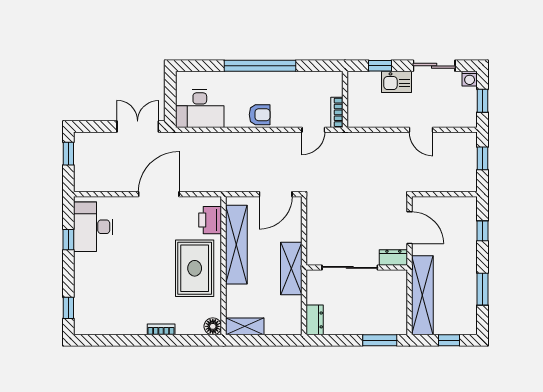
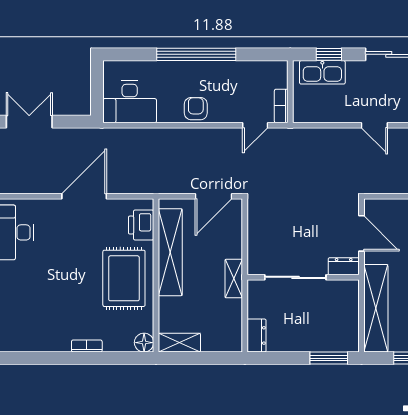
kitchen sink: (396, 82) -> (322, 72), moved, width x1.38
armchair: (260, 115) -> (196, 109), turned -90
double door: (138, 127) -> (29, 122), moved
shelving: (291, 268) -> (234, 279), width x0.67, depth x0.75

